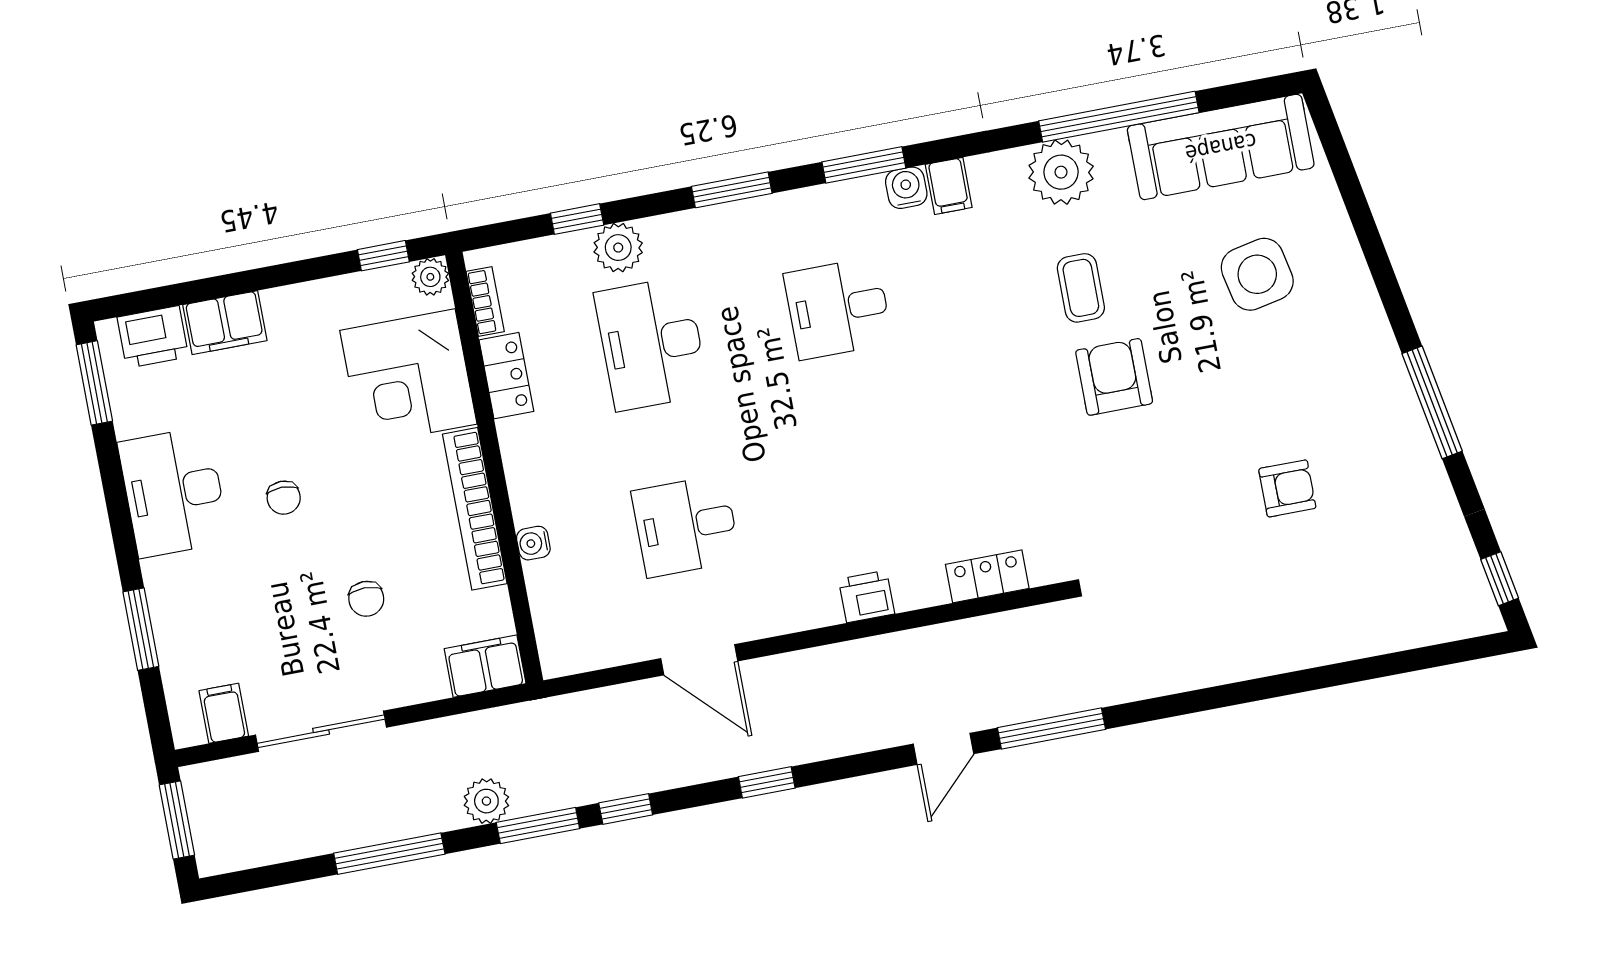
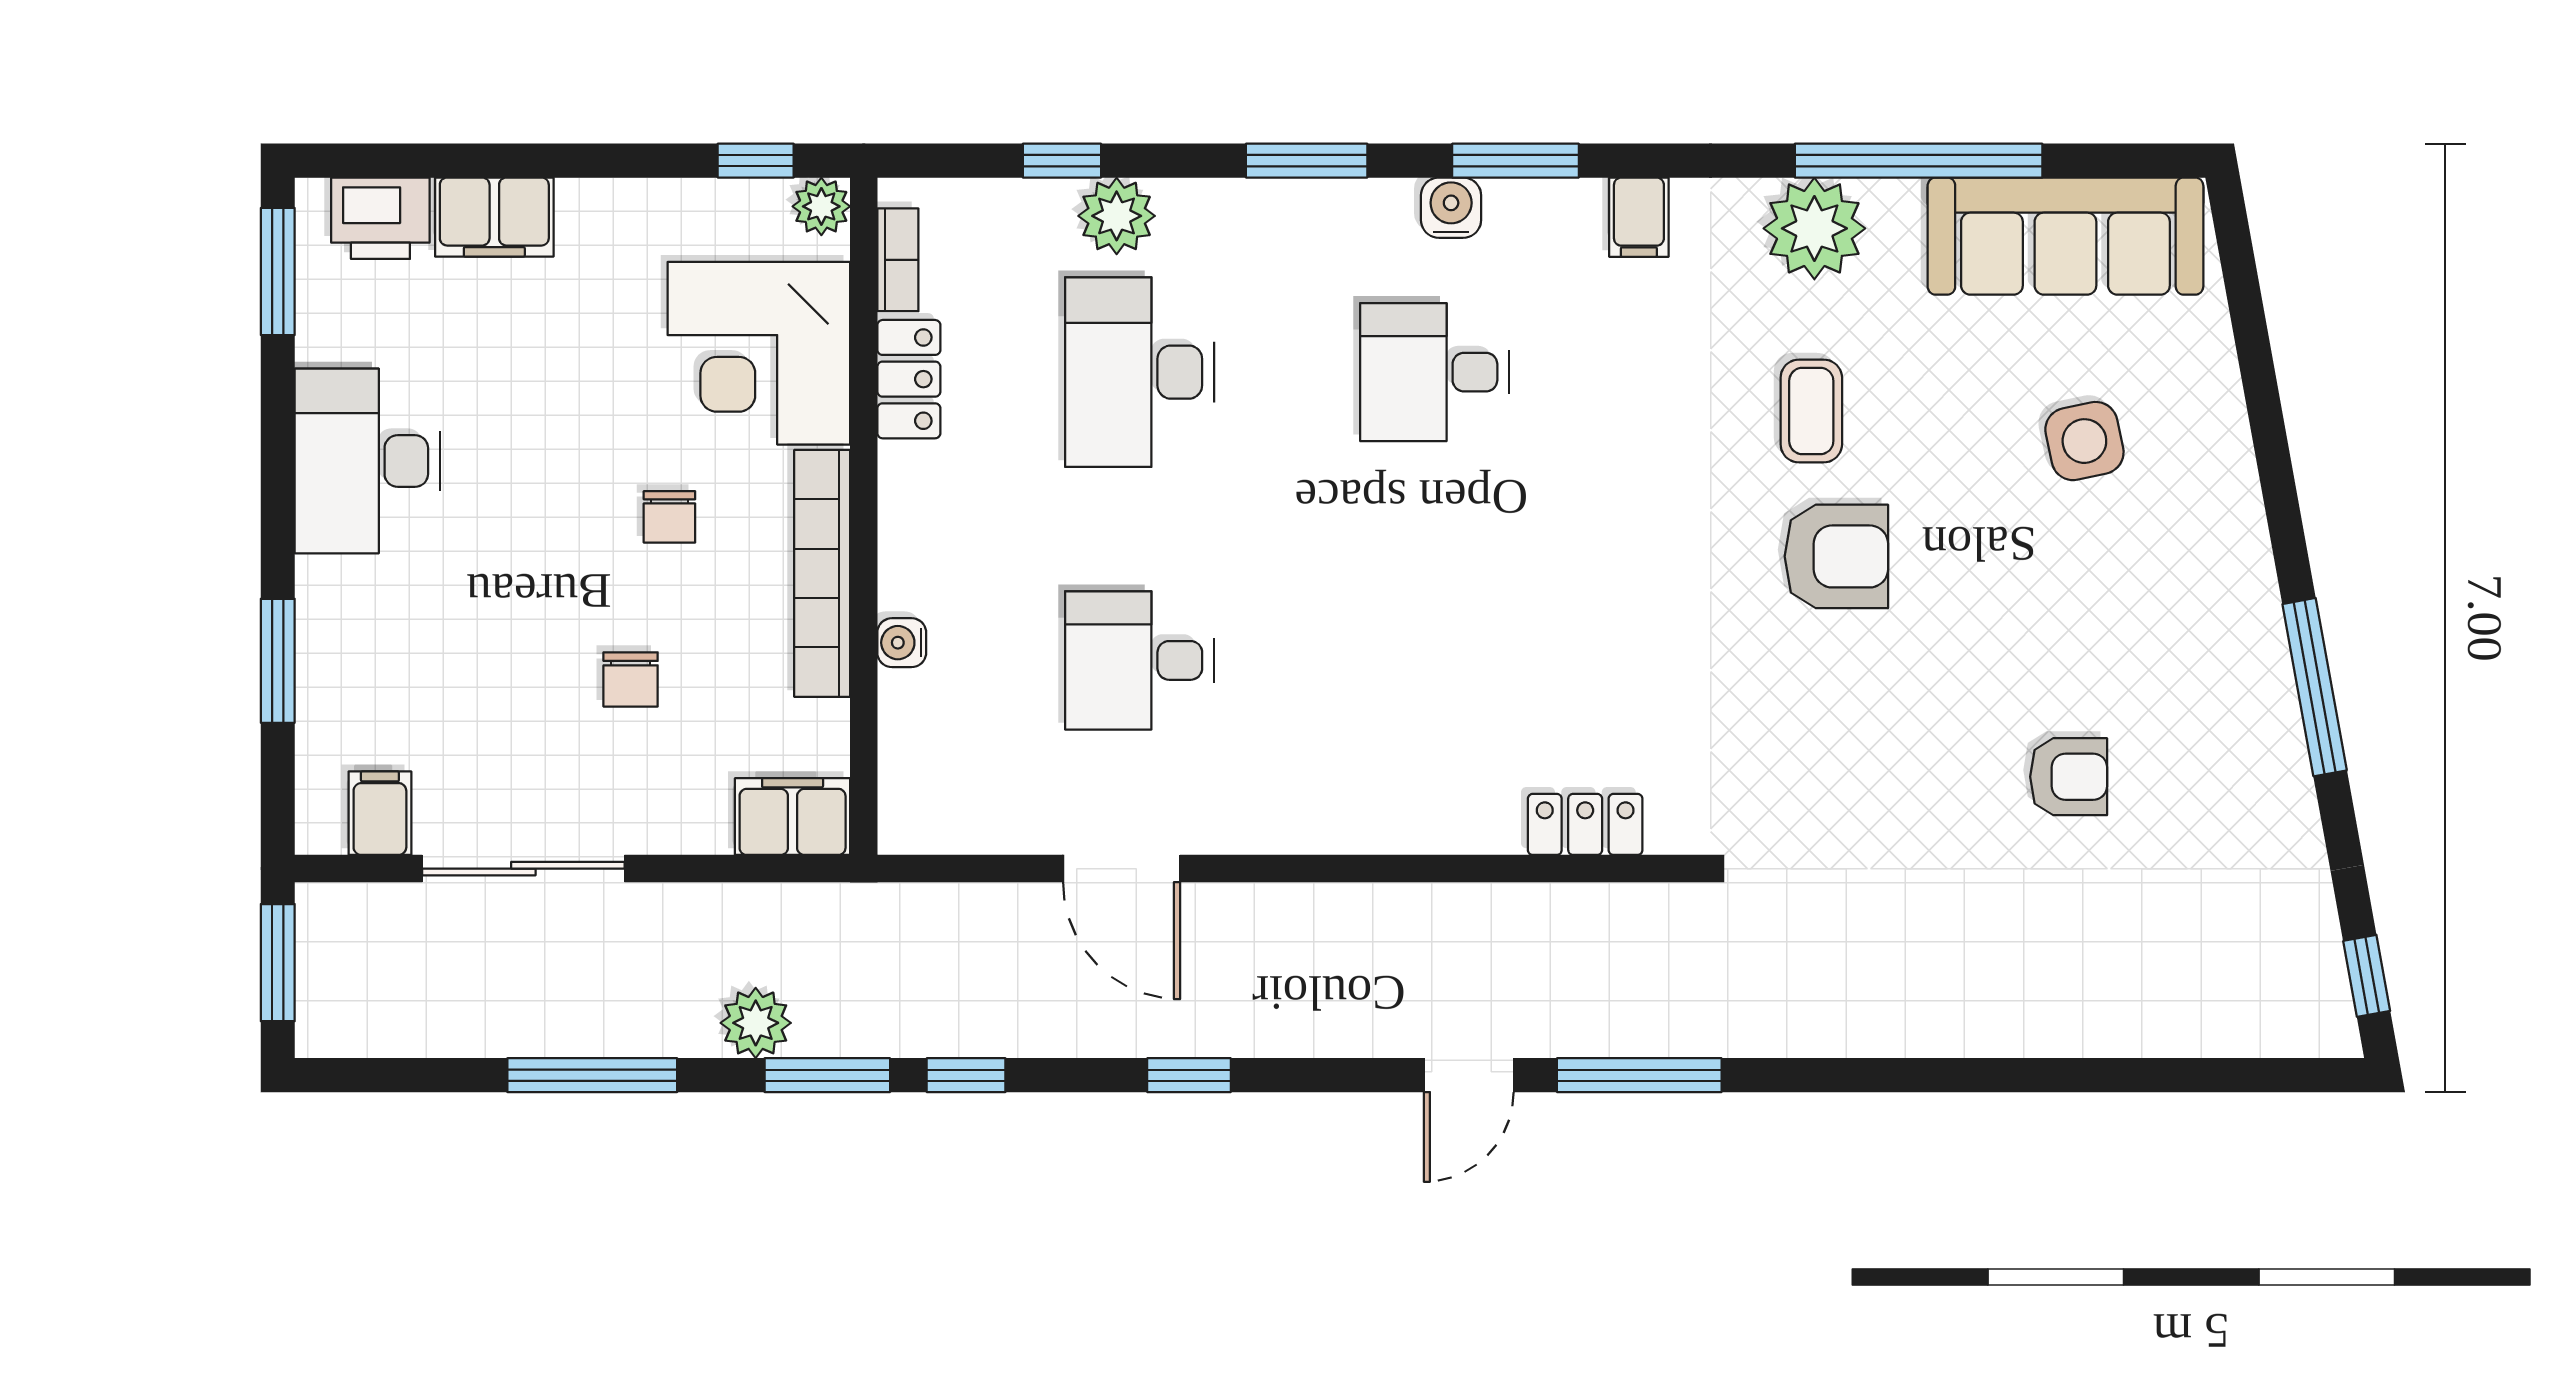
water cooler: (906, 188) -> (1451, 208), moved
side table: (1257, 274) -> (2084, 441), width x0.73, depth x0.73
armchair: (1114, 377) -> (1836, 556), turned 90
chair: (284, 498) -> (669, 517), moved
printer: (867, 597) -> (1395, 820), removed

